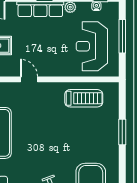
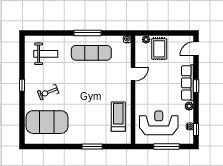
treadmill: (84, 98) -> (118, 117), turned 180

